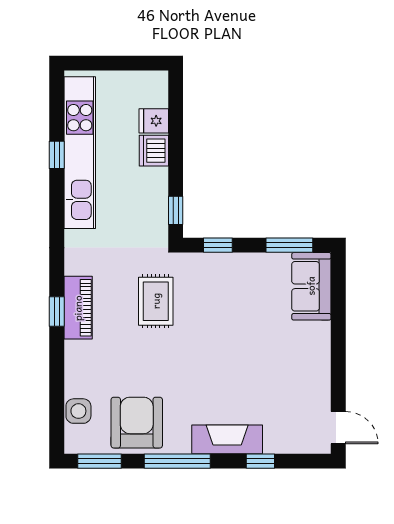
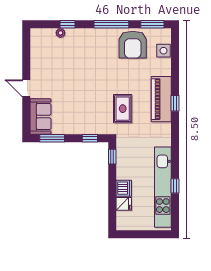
piano: (78, 308) -> (161, 99), width x1.37, depth x1.33
door: (338, 428) -> (26, 88), moved
fireplace: (227, 439) -> (85, 36), removed
plant: (274, 445) -> (60, 33), added

